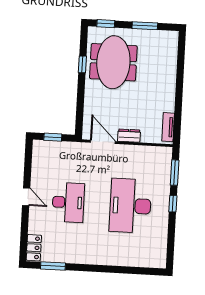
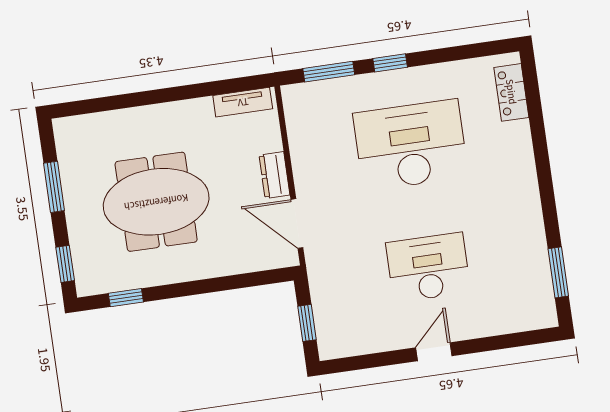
meeting table: (113, 62) -> (156, 202), moved
window: (82, 64) -> (126, 298), moved
door: (103, 142) -> (297, 224), hinge flipped
desk: (130, 206) -> (411, 145), turned 180
locker: (34, 248) -> (511, 92), moved, turned -90

